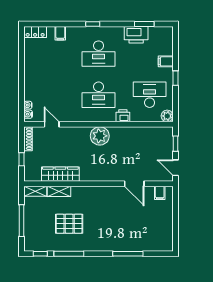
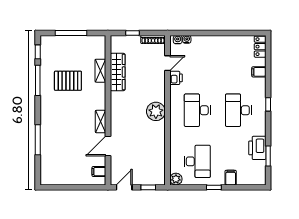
printer: (123, 116) -> (176, 78), moved
shelving: (35, 191) -> (100, 122), moved
pallet: (69, 224) -> (68, 81), turned 90

